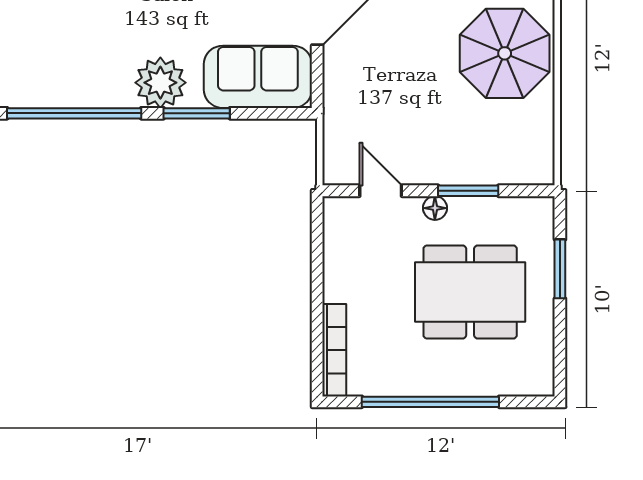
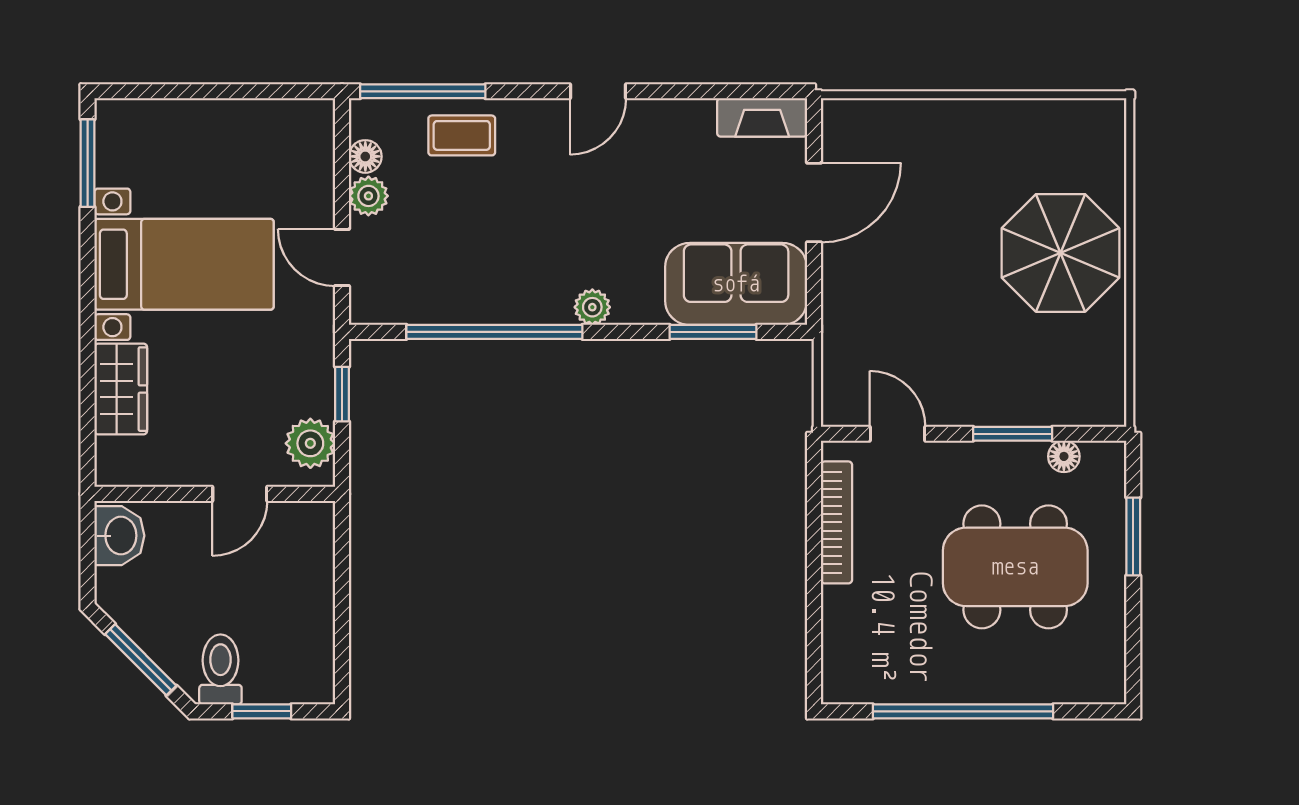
plant: (160, 83) -> (592, 307), width x0.53, depth x0.53
window: (197, 113) -> (713, 332), moved
floor lamp: (435, 208) -> (1064, 456), moved
bookcase: (334, 350) -> (837, 522), moved

